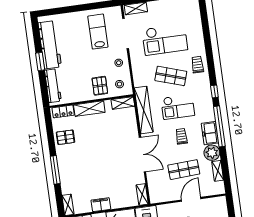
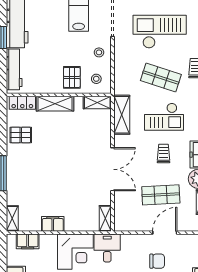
checkout: (165, 40) -> (160, 32), turned 180
shelving: (144, 110) -> (122, 115), width x0.68

